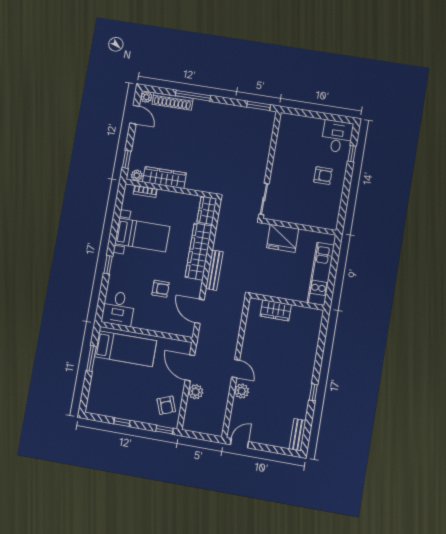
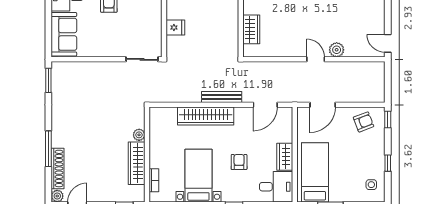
sofa: (301, 128) -> (64, 34), added
plant: (137, 175) -> (139, 135), moved
wardrobe: (207, 210) -> (285, 157), moved, turned 90
fridge: (283, 238) -> (175, 27), width x0.53, depth x0.75
armchair: (161, 289) -> (239, 162), moved
door: (236, 369) -> (316, 59), hinge flipped
plant: (196, 392) -> (345, 95), removed
side table: (104, 402) -> (371, 185), added

